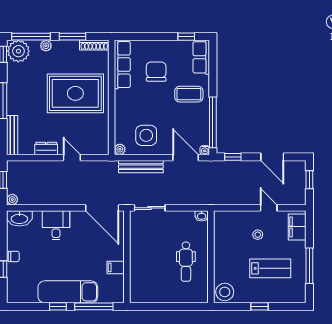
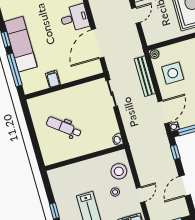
door: (102, 208) -> (98, 44), moved
dental chair: (186, 262) -> (64, 127), moved, turned 38
stool: (225, 292) -> (119, 171), moved

